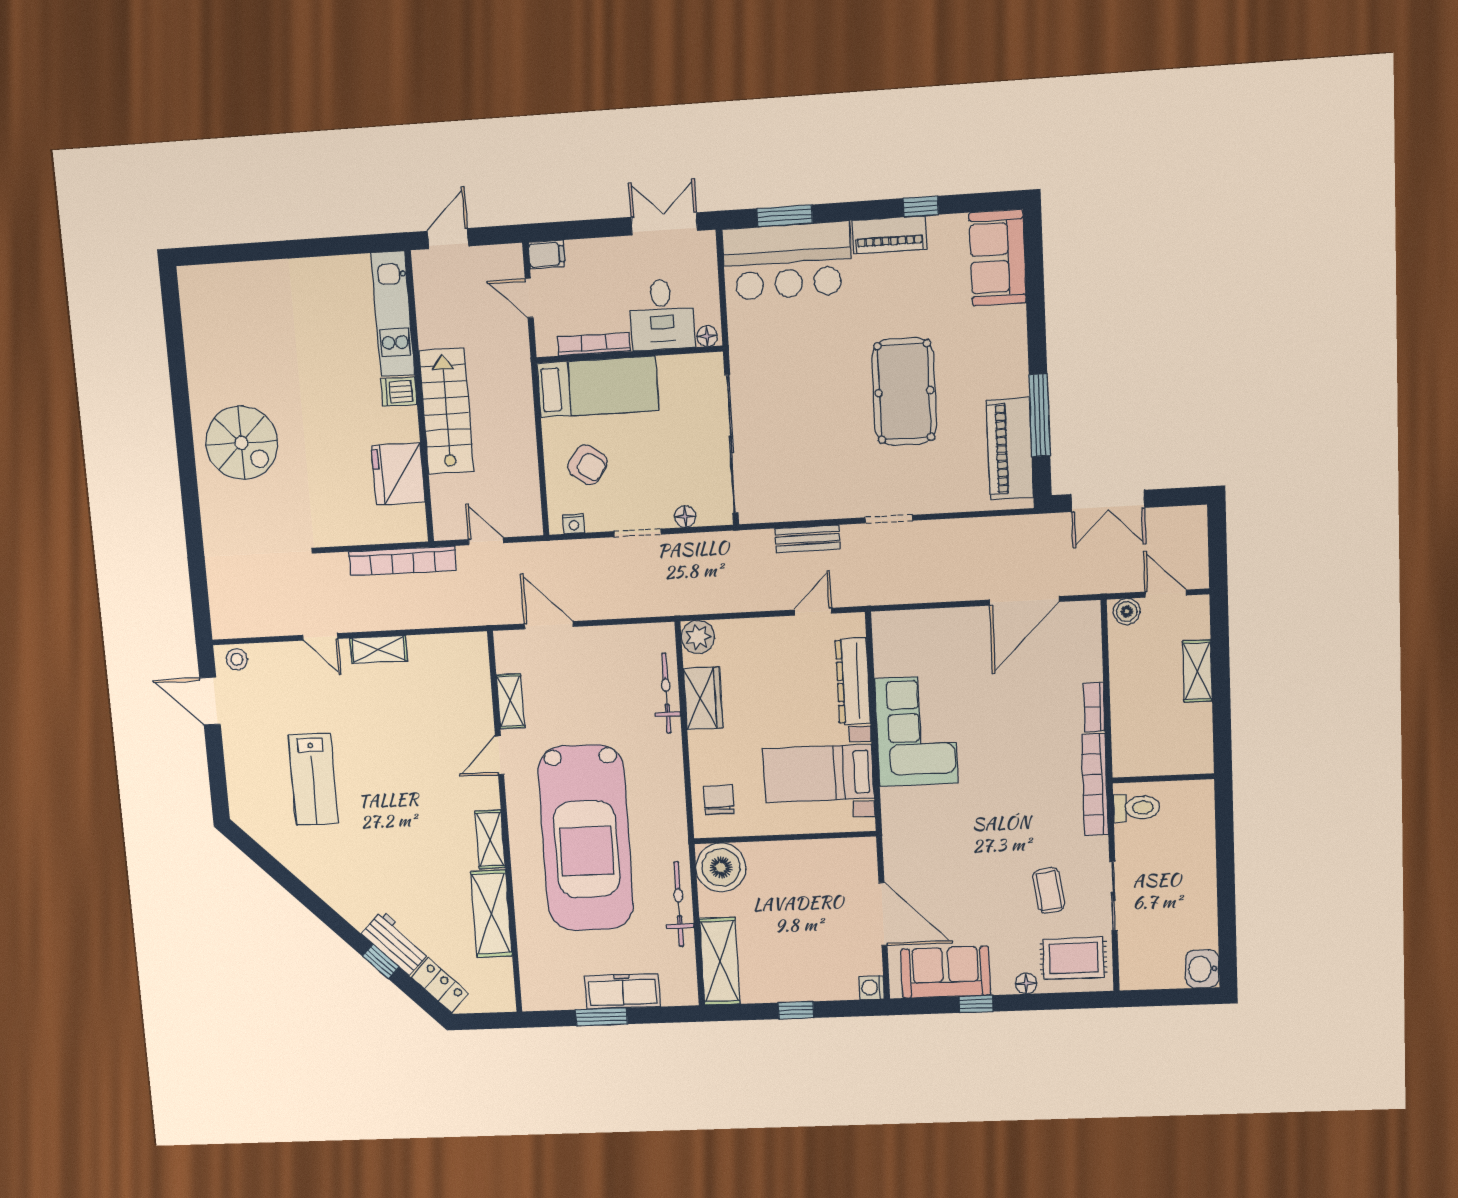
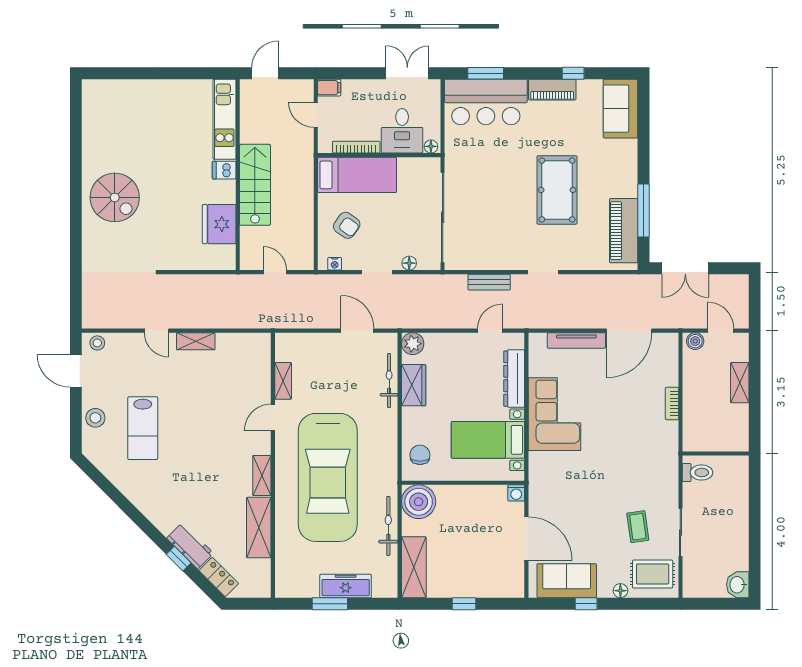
bookcase: (402, 561) -> (217, 282), removed
tv unit: (944, 620) -> (576, 340), added
door: (549, 625) -> (357, 331), moved
stool: (244, 767) -> (95, 418), added
bookcase: (1095, 785) -> (671, 456), removed
washing machine: (872, 988) -> (516, 493), moved, turned -90

